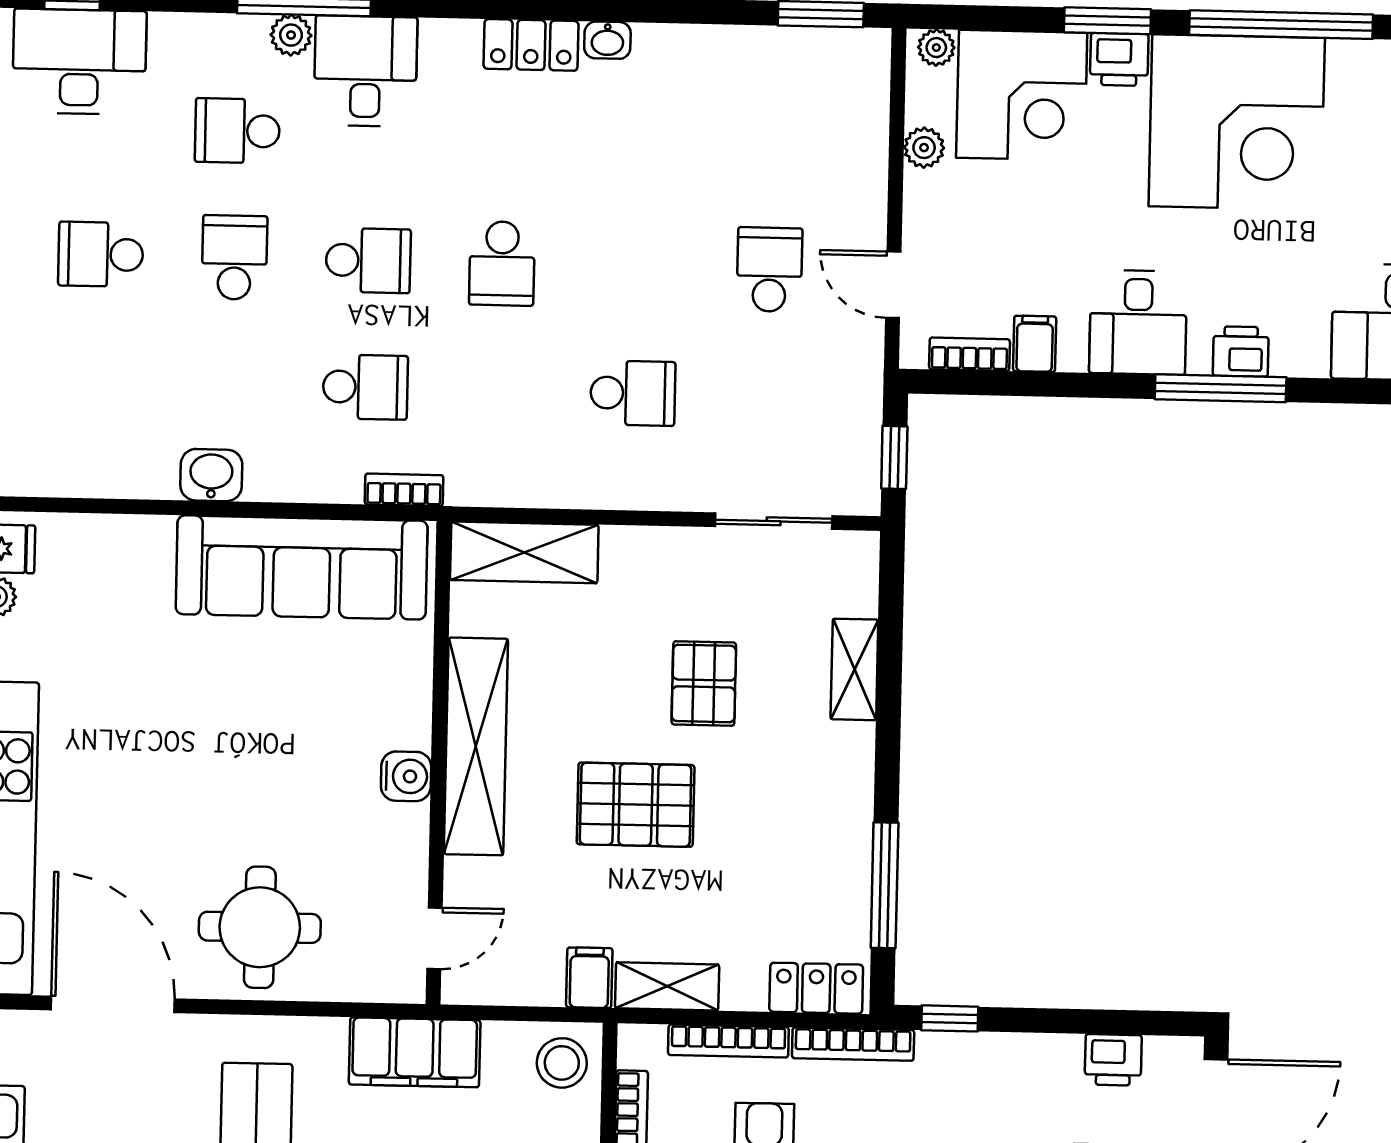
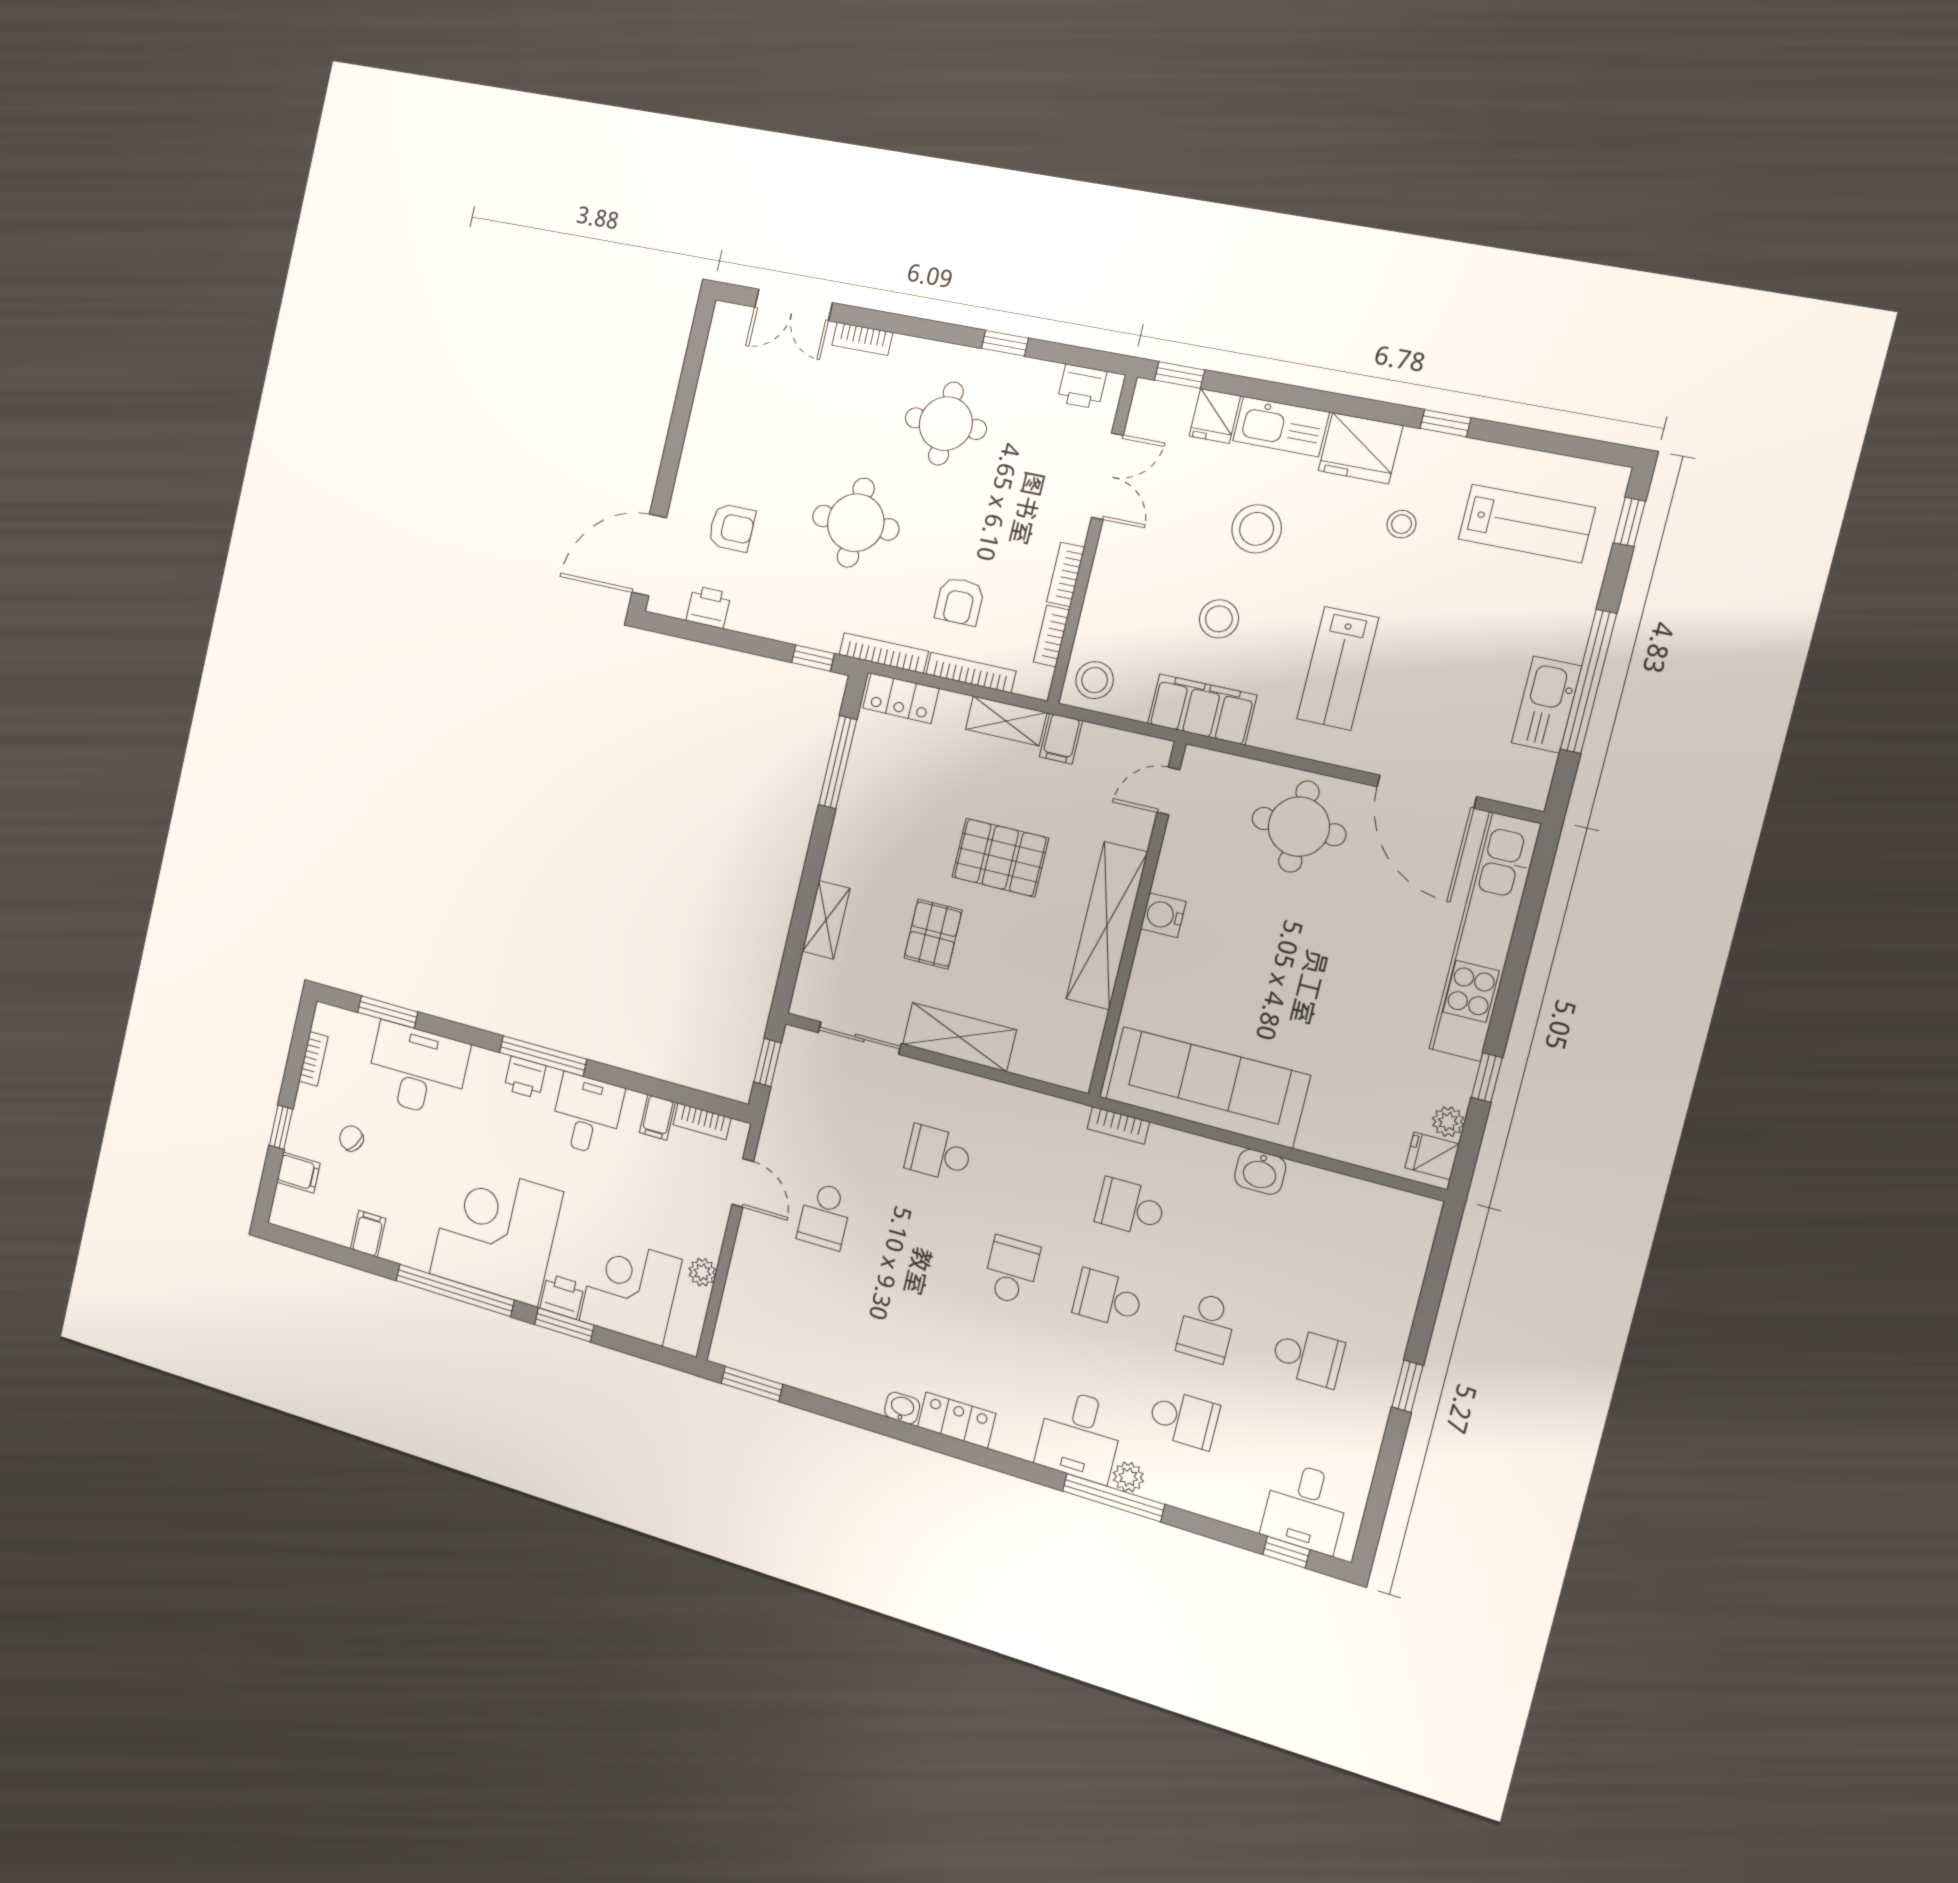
plant: (936, 48) -> (680, 1339), removed
desk: (79, 62) -> (1305, 1508), width x0.73
shelving: (524, 552) -> (959, 1037), moved

